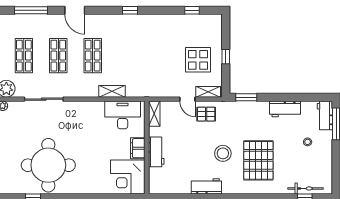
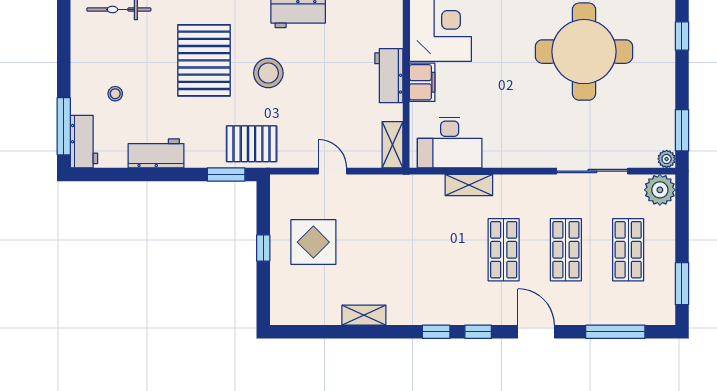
window: (192, 10) -> (478, 332), moved
shelving: (208, 92) -> (364, 315), moved
pallet: (206, 114) -> (252, 144), moved, width x1.50, depth x1.42

